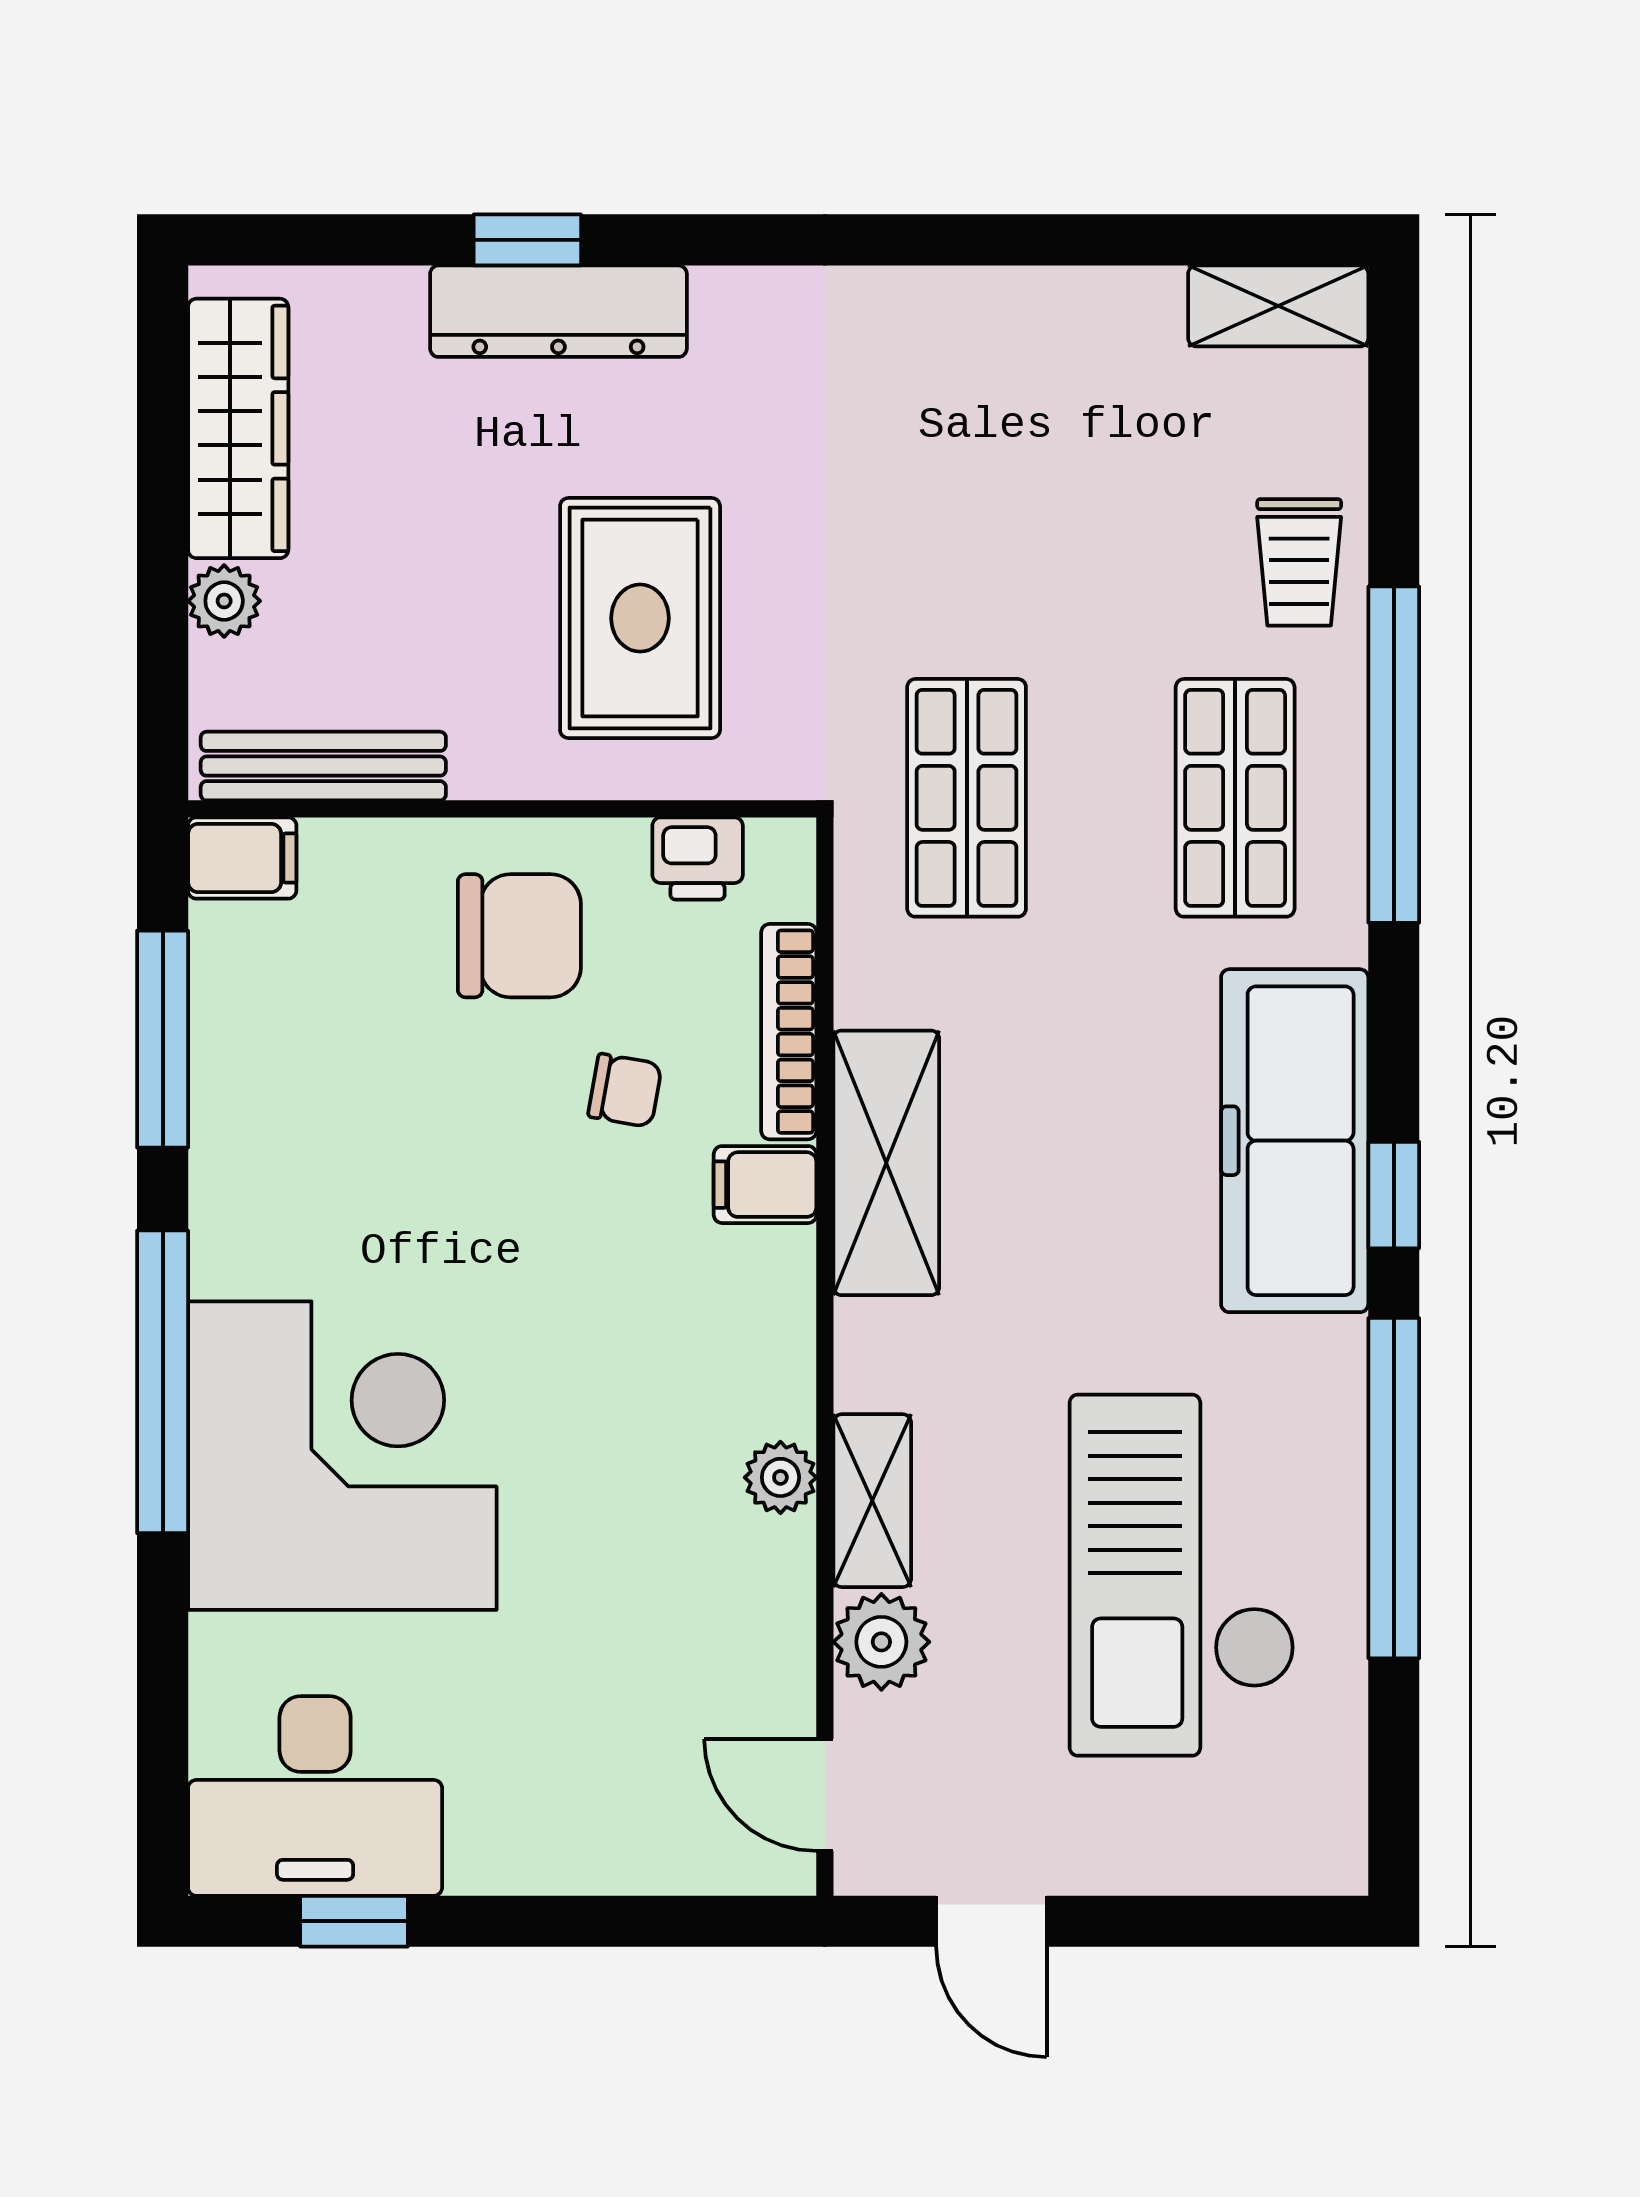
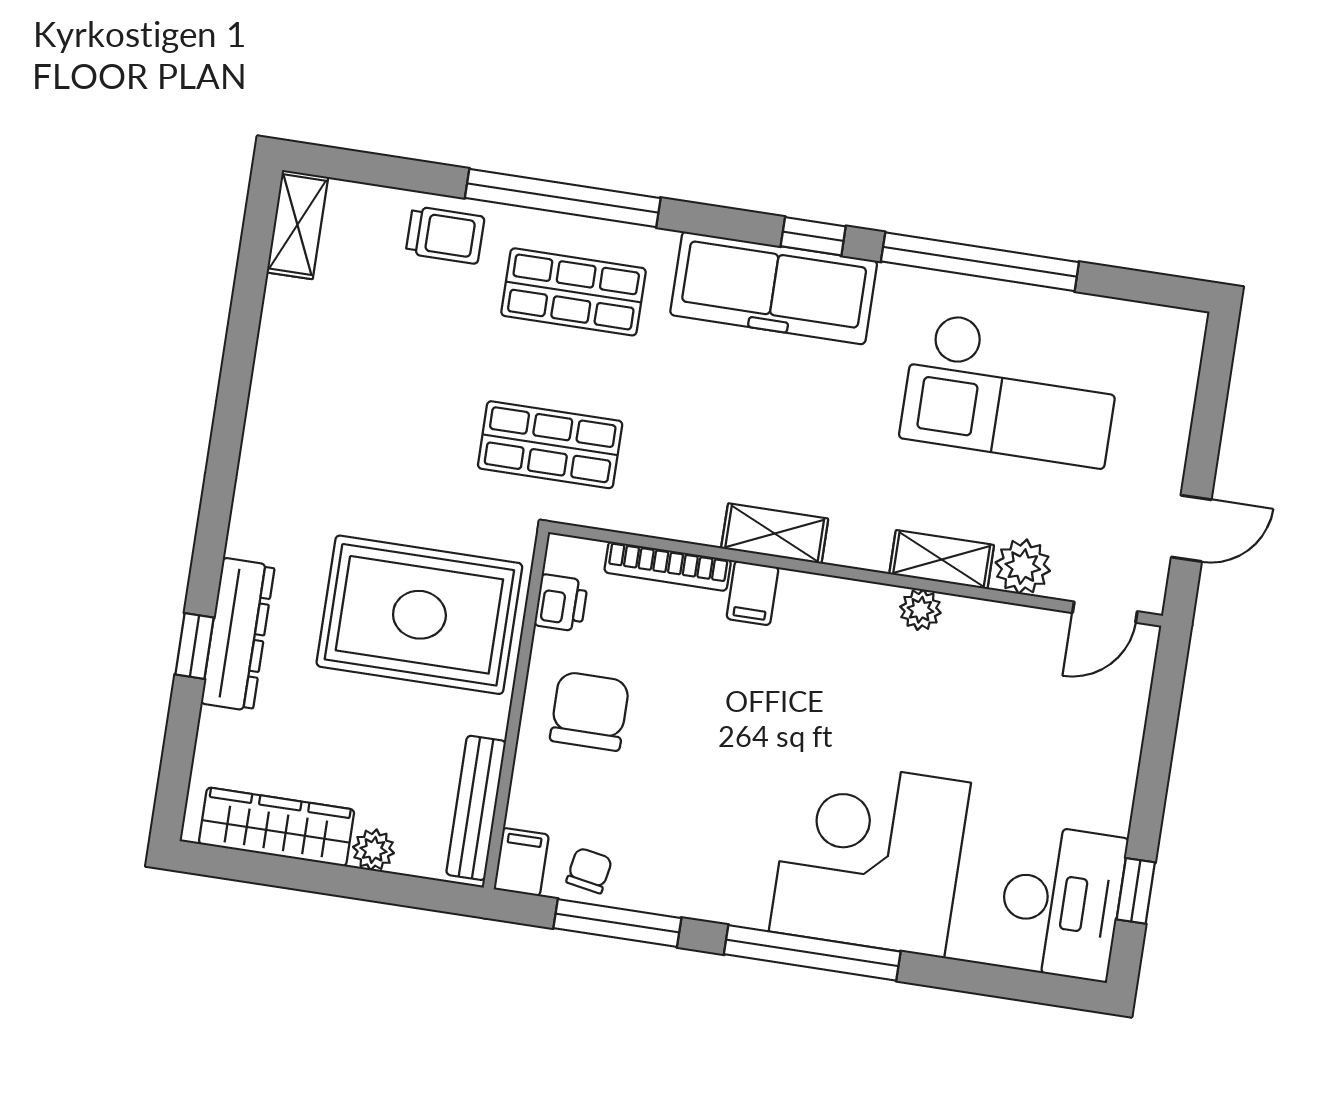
rug: (640, 618) -> (419, 615), width x1.37, depth x1.44
chair: (625, 1090) -> (589, 871), moved
shelving: (886, 1163) -> (775, 534), width x0.67, depth x0.75

